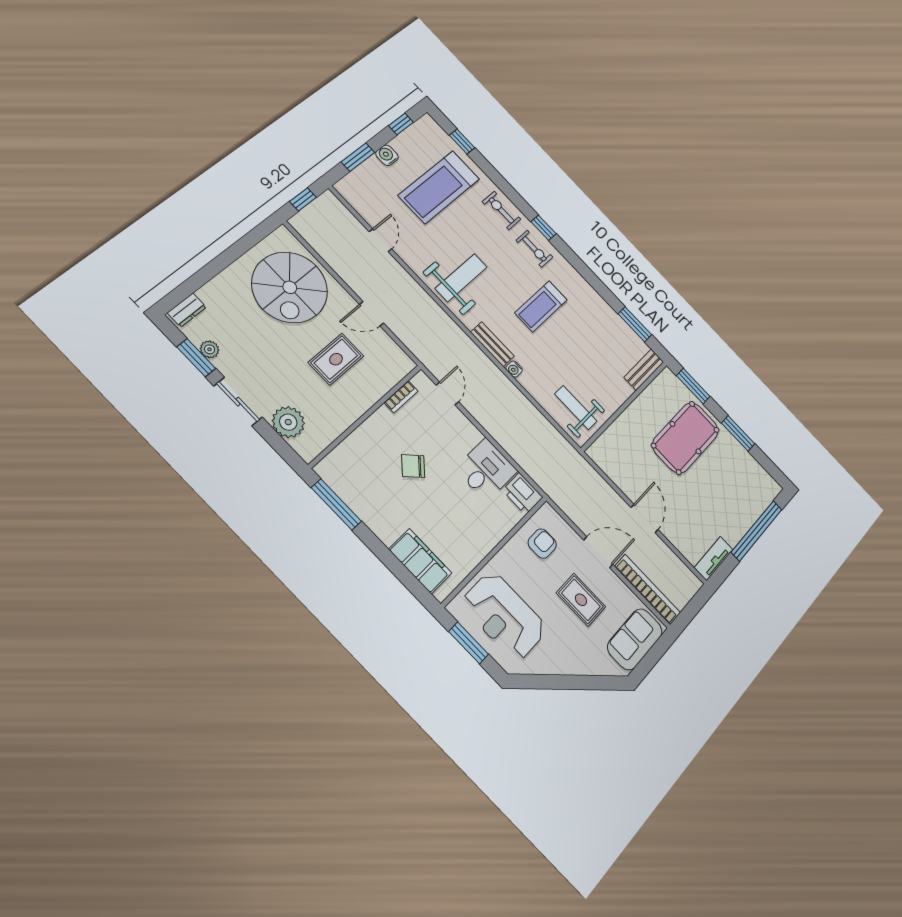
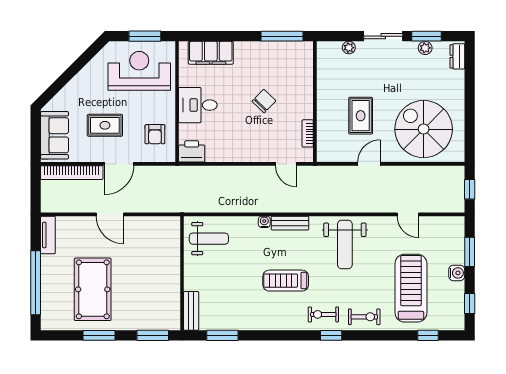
treadmill: (541, 306) -> (286, 281), turned -90
plant: (288, 422) -> (349, 48), width x0.53, depth x0.53
pool table: (685, 438) -> (93, 289), moved
desk: (486, 470) -> (198, 105), moved, turned 90

